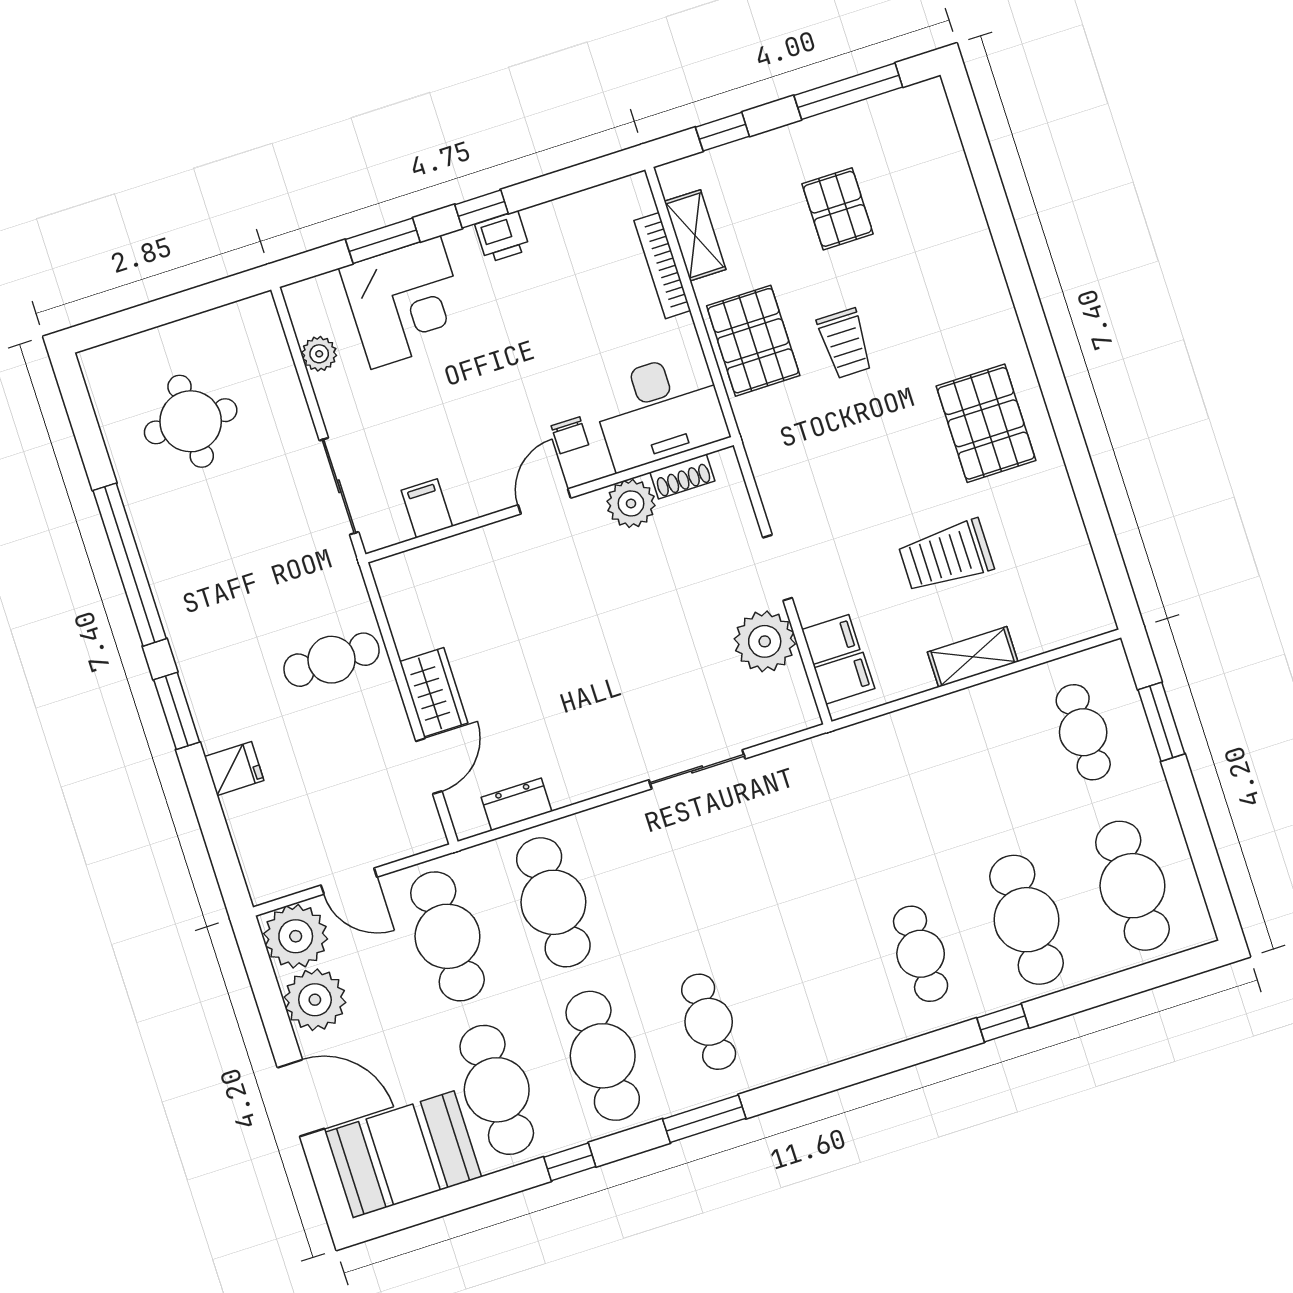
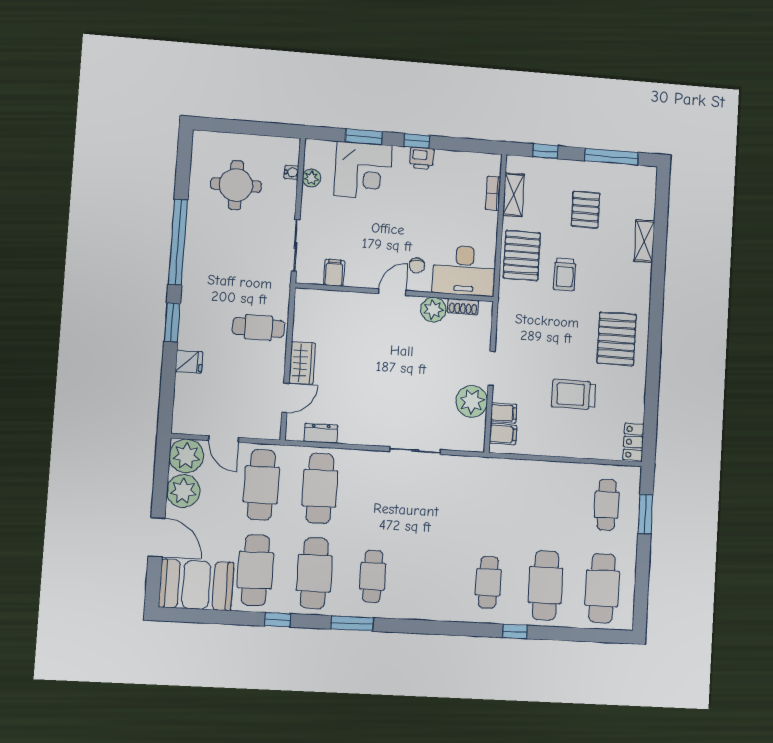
bookcase: (662, 266) -> (493, 193), width x0.64
water cooler: (280, 358) -> (292, 172), added
locker: (1089, 599) -> (633, 442), added
shelving: (973, 657) -> (644, 241), moved, turned 90

